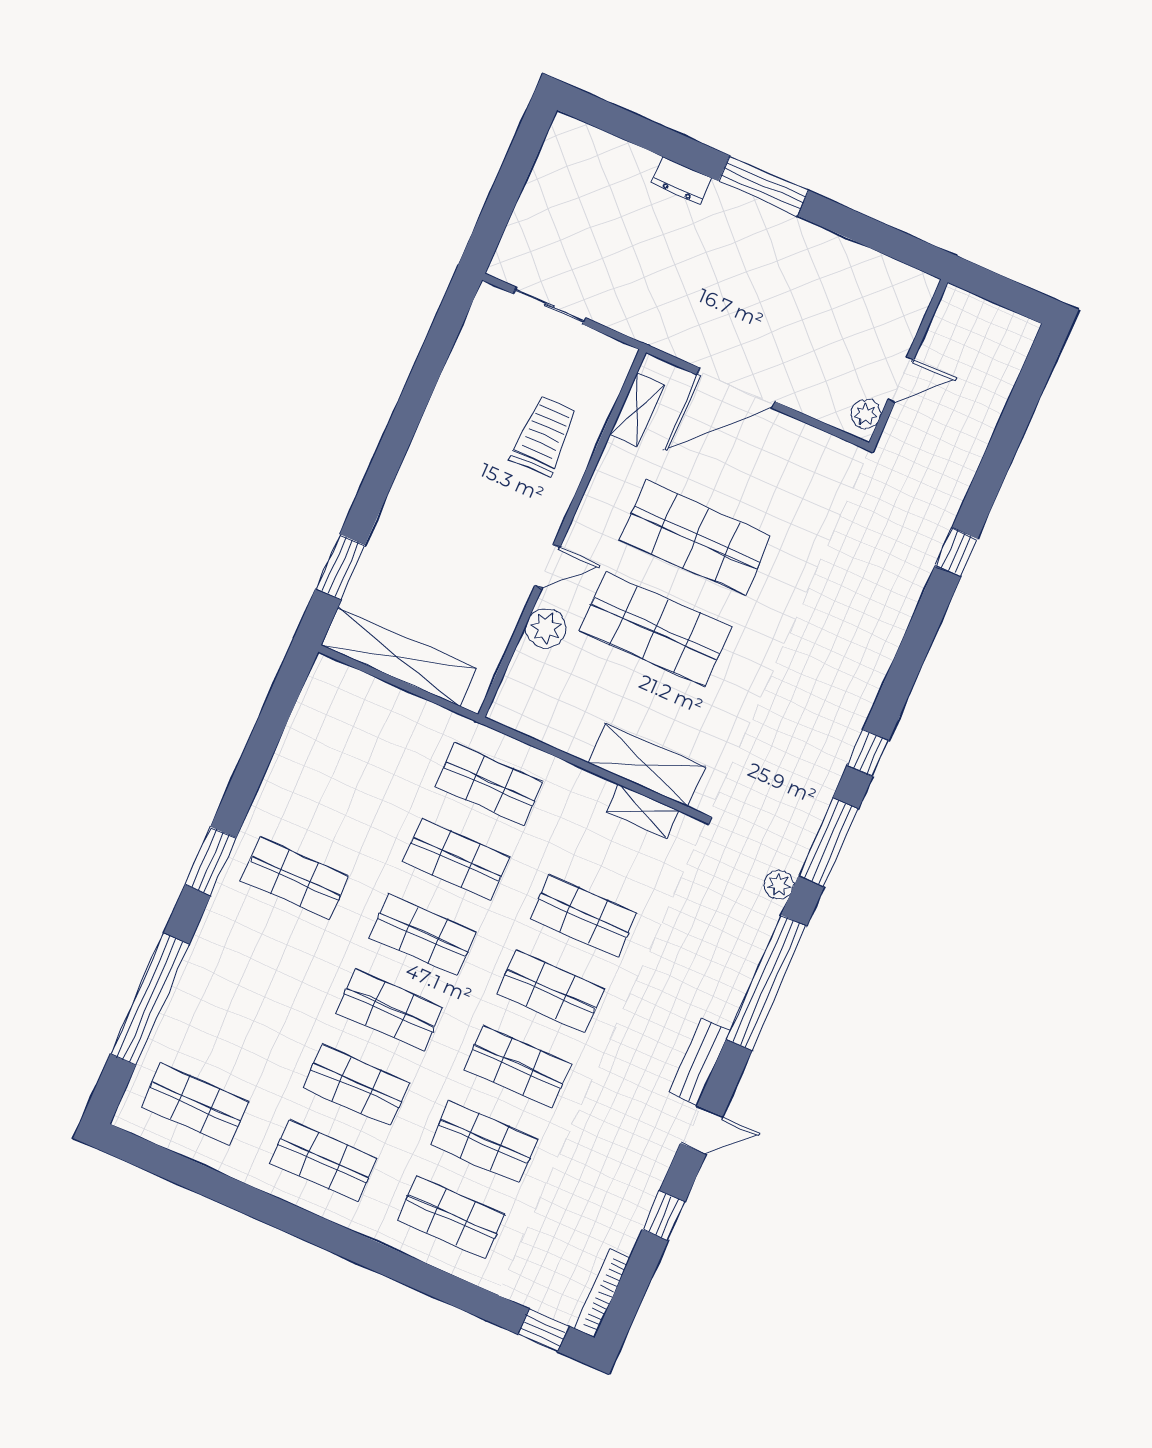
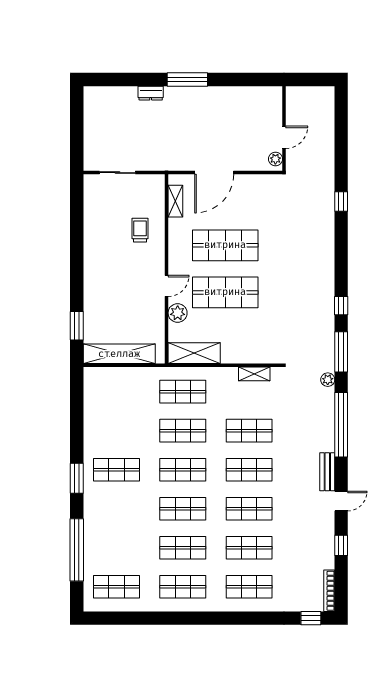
trolley: (544, 436) -> (140, 230), width x0.73, depth x0.72
shelving: (646, 765) -> (194, 353), moved

